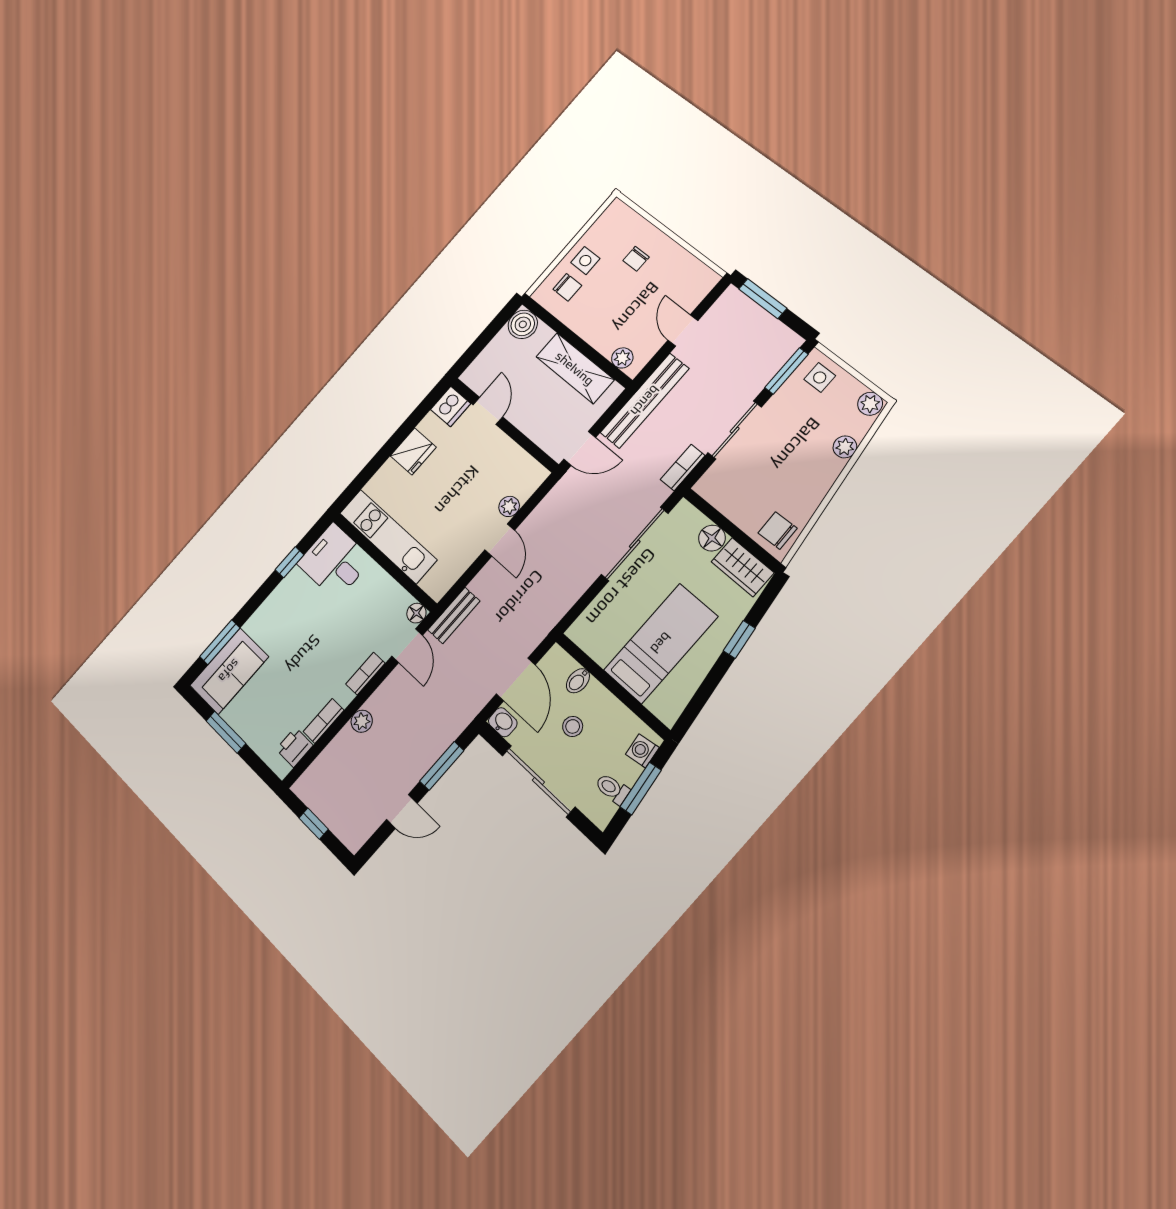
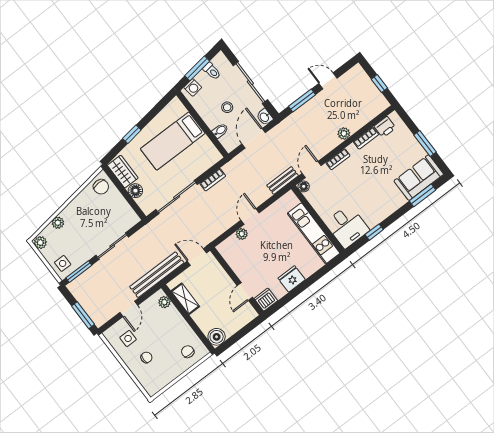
side table: (585, 261) -> (128, 338), moved
shelving: (575, 368) -> (185, 299), width x0.67, depth x0.75
bookcase: (683, 468) -> (213, 180), moved

